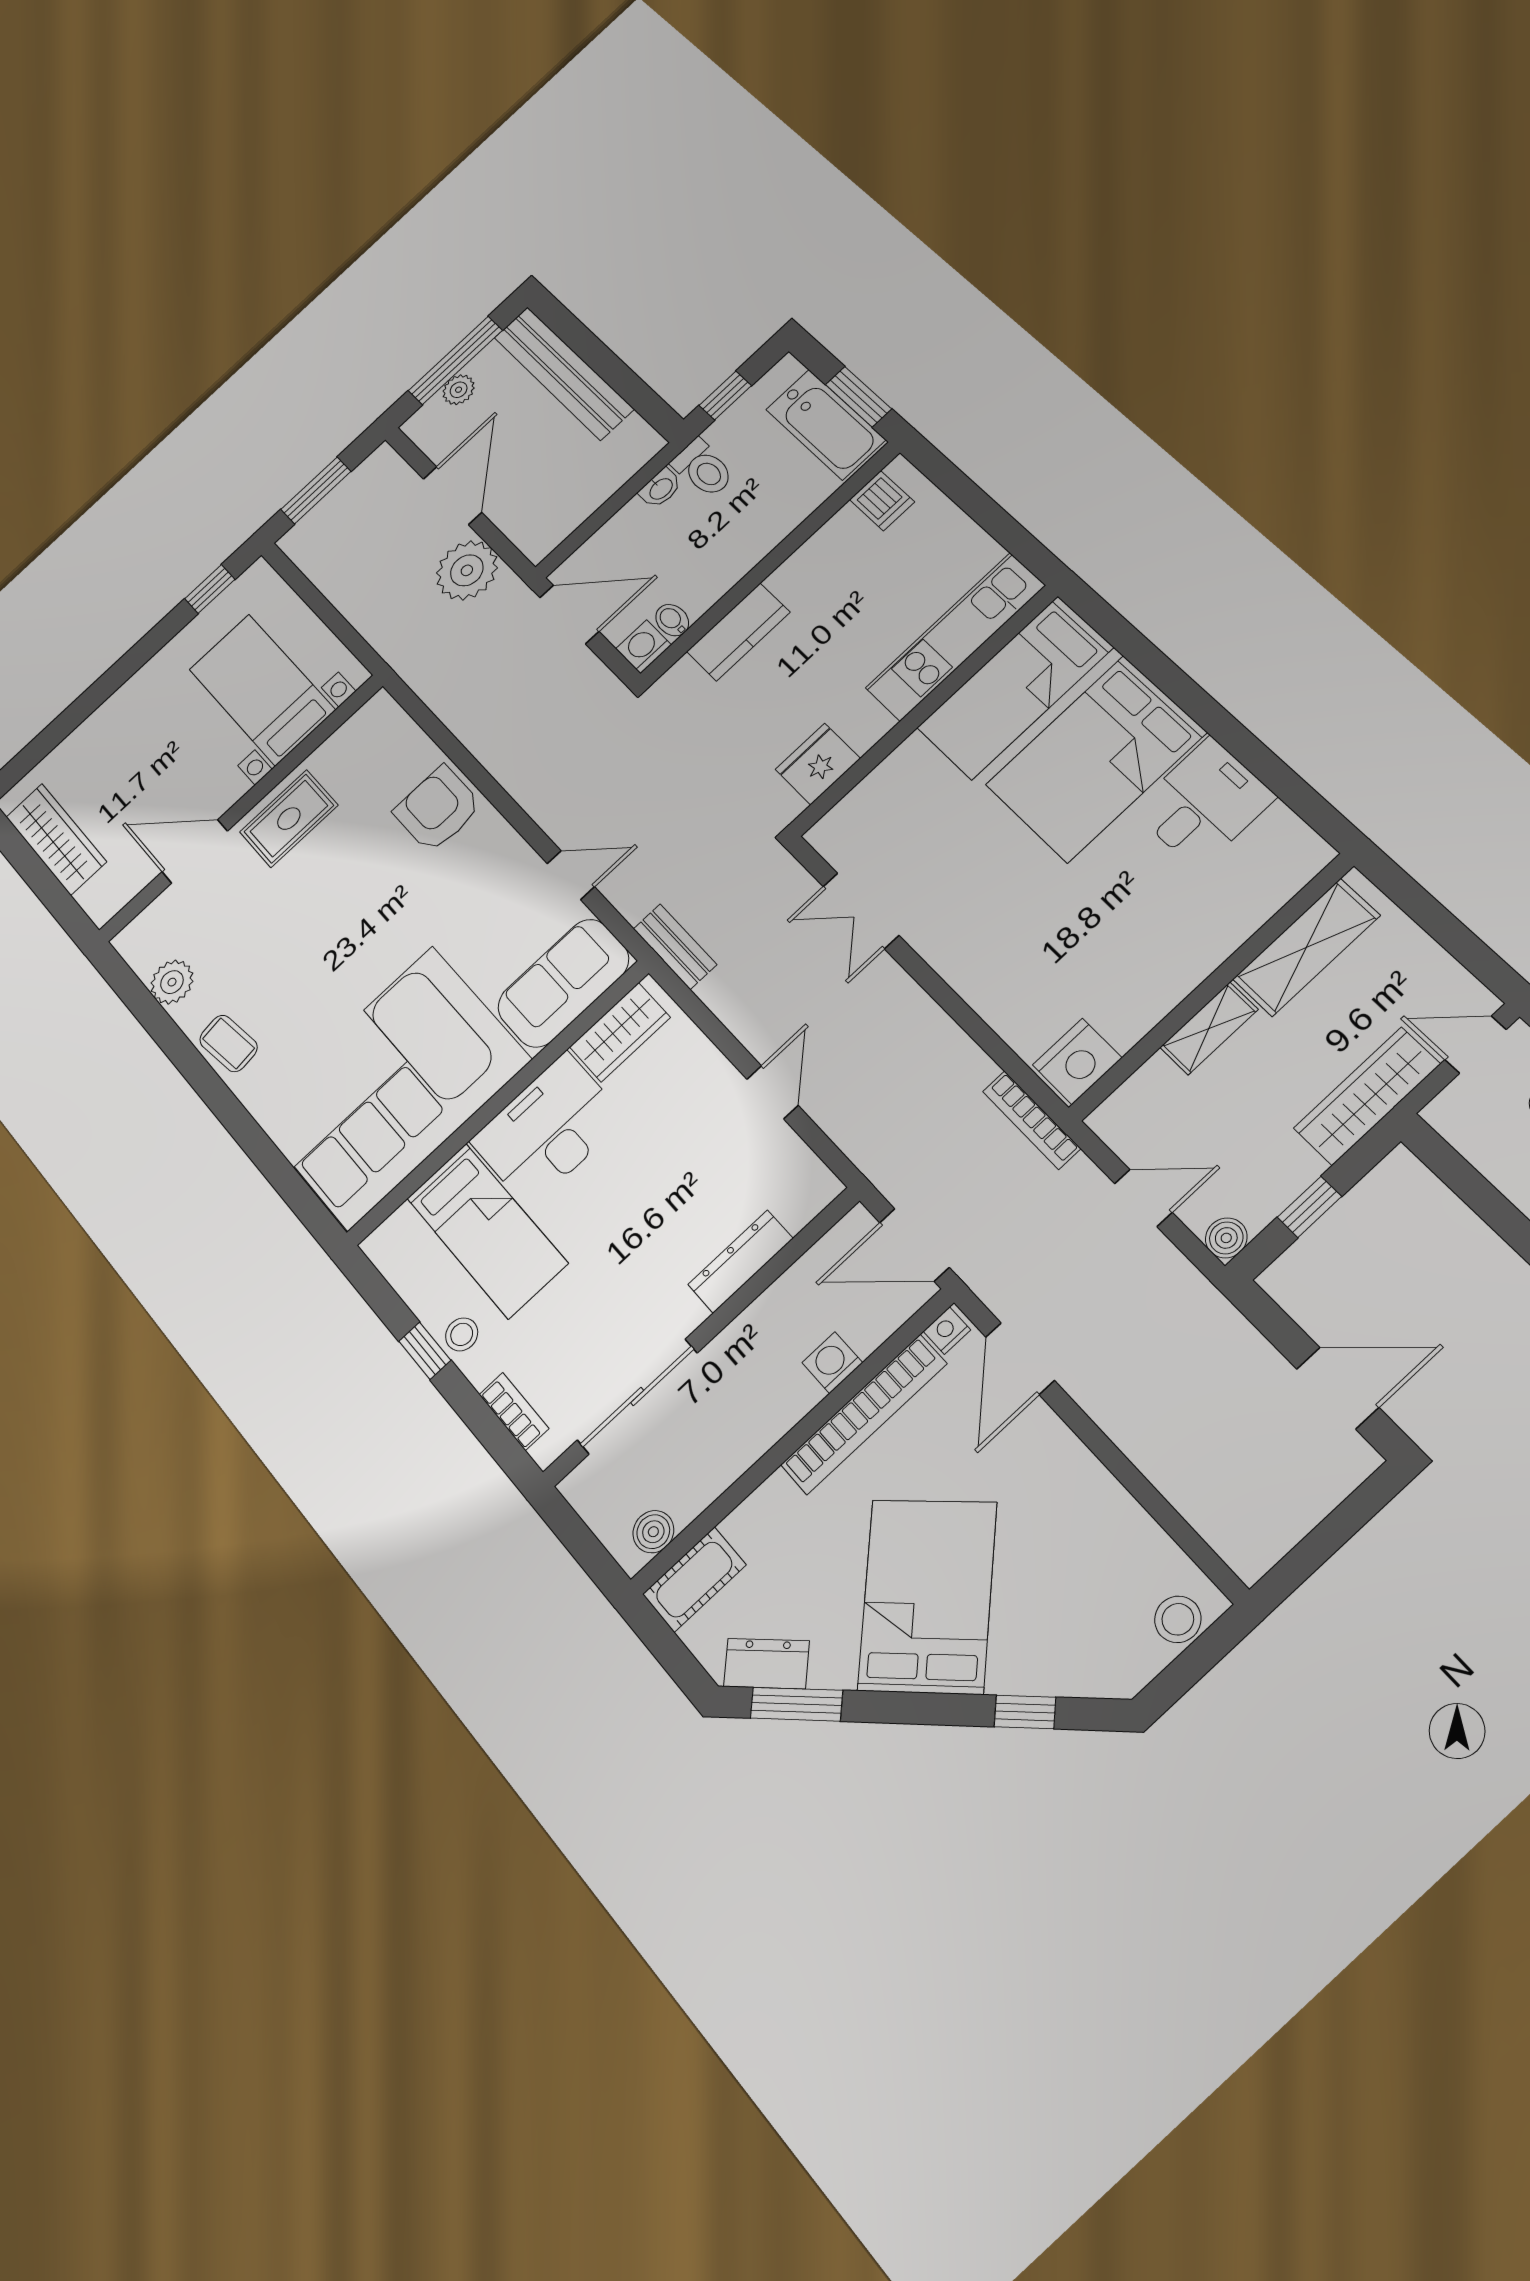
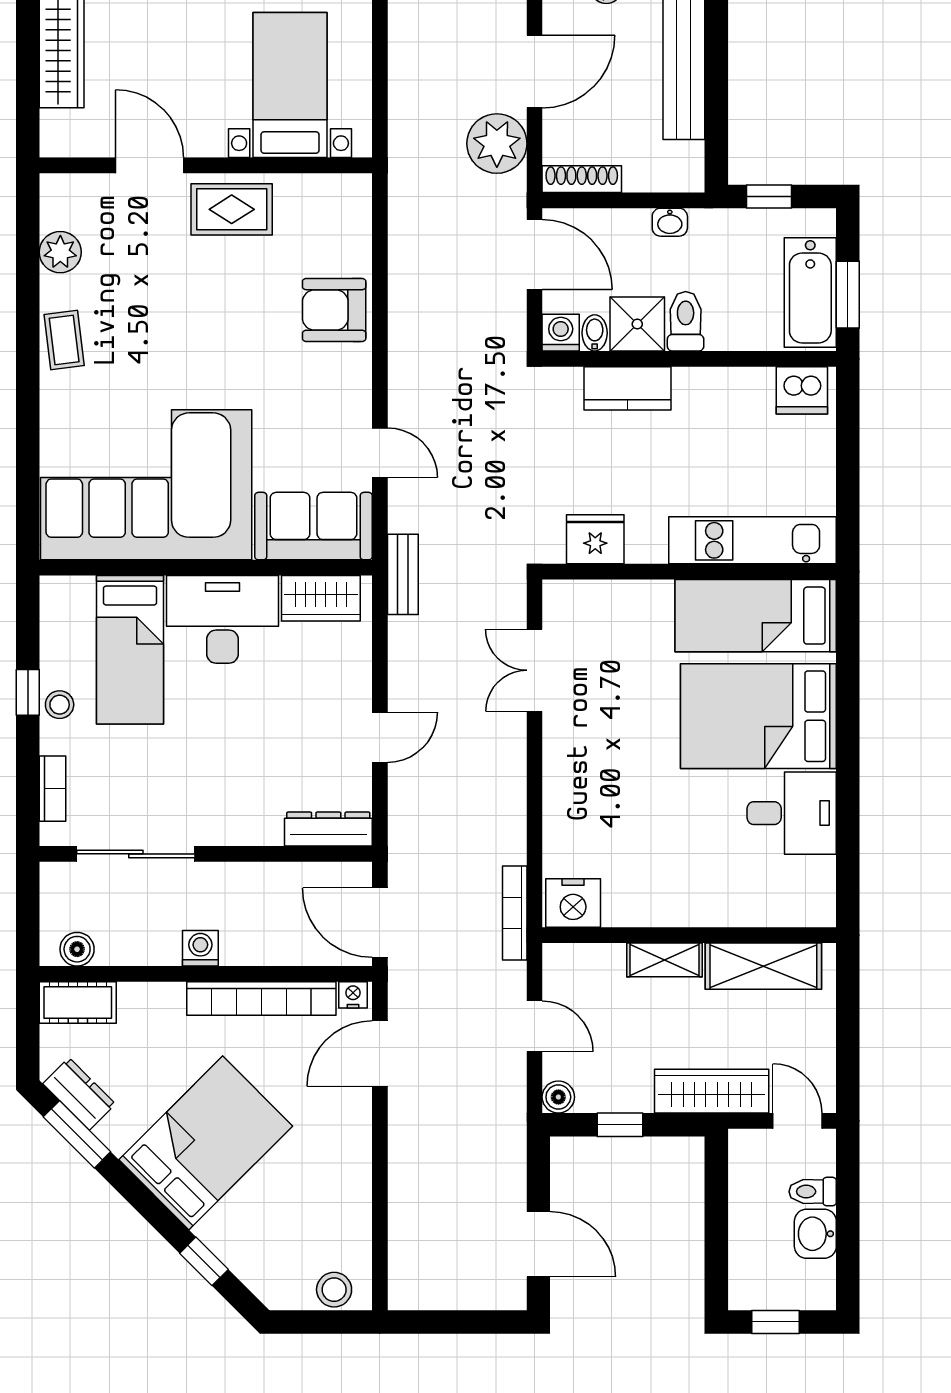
toilet: (703, 469) -> (686, 321), moved, turned 180
dishwasher: (882, 501) -> (802, 390), width x1.38
shoe rack: (559, 528) -> (582, 179), added
shower: (702, 581) -> (637, 324), added
armchair: (438, 809) -> (334, 310), turned -90
dresser: (740, 1261) -> (328, 829), moved
washing machine: (832, 1363) -> (200, 948), moved

